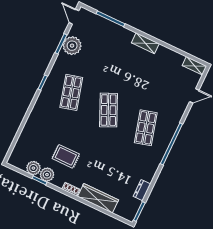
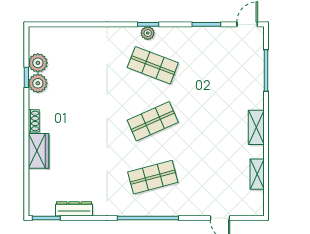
plant: (72, 46) -> (148, 33), moved, width x0.53, depth x0.53
shelving: (194, 66) -> (257, 174), moved
shop shelf: (71, 92) -> (153, 65), turned 36
rug: (66, 156) -> (71, 96), removed
dresser: (142, 190) -> (74, 209), width x1.44
wardrobe: (98, 198) -> (38, 151), width x0.67

